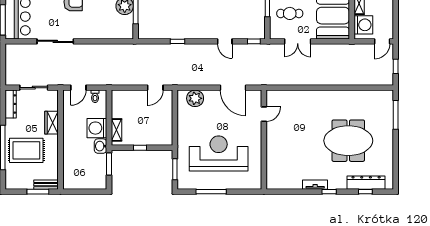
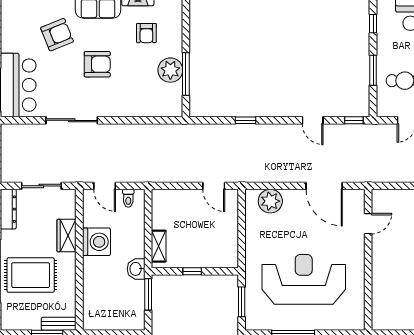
door: (78, 88) -> (105, 186), hinge flipped
door: (155, 88) -> (214, 186), hinge flipped
washing machine: (97, 128) -> (96, 242), moved, turned 180

